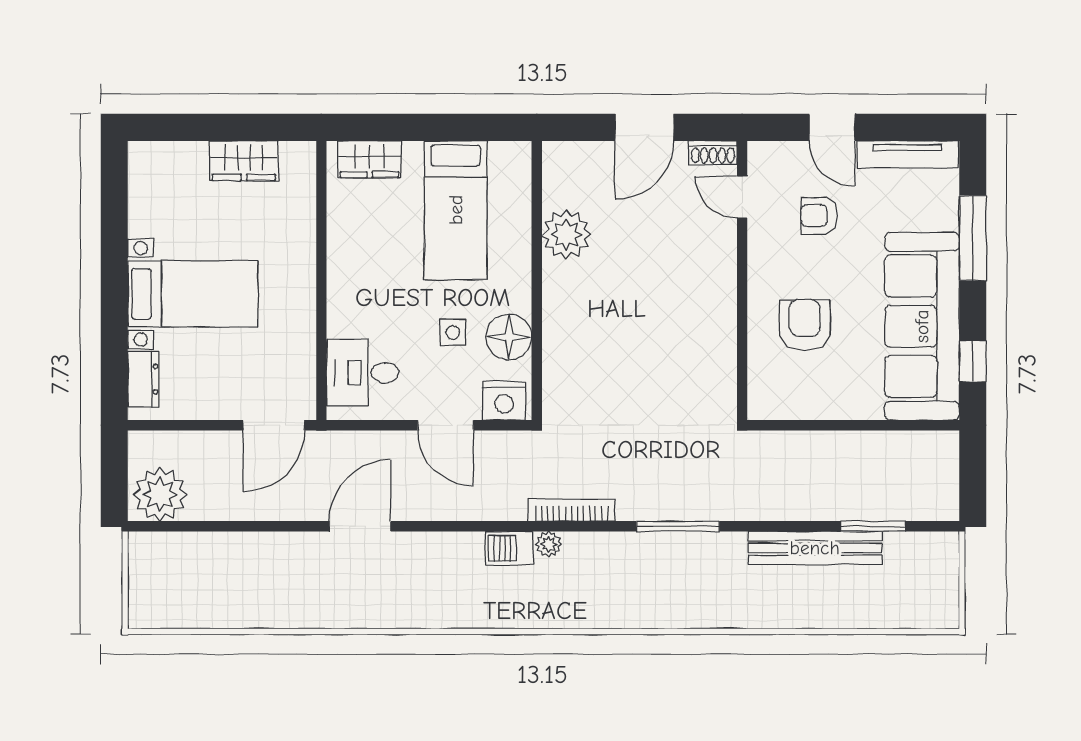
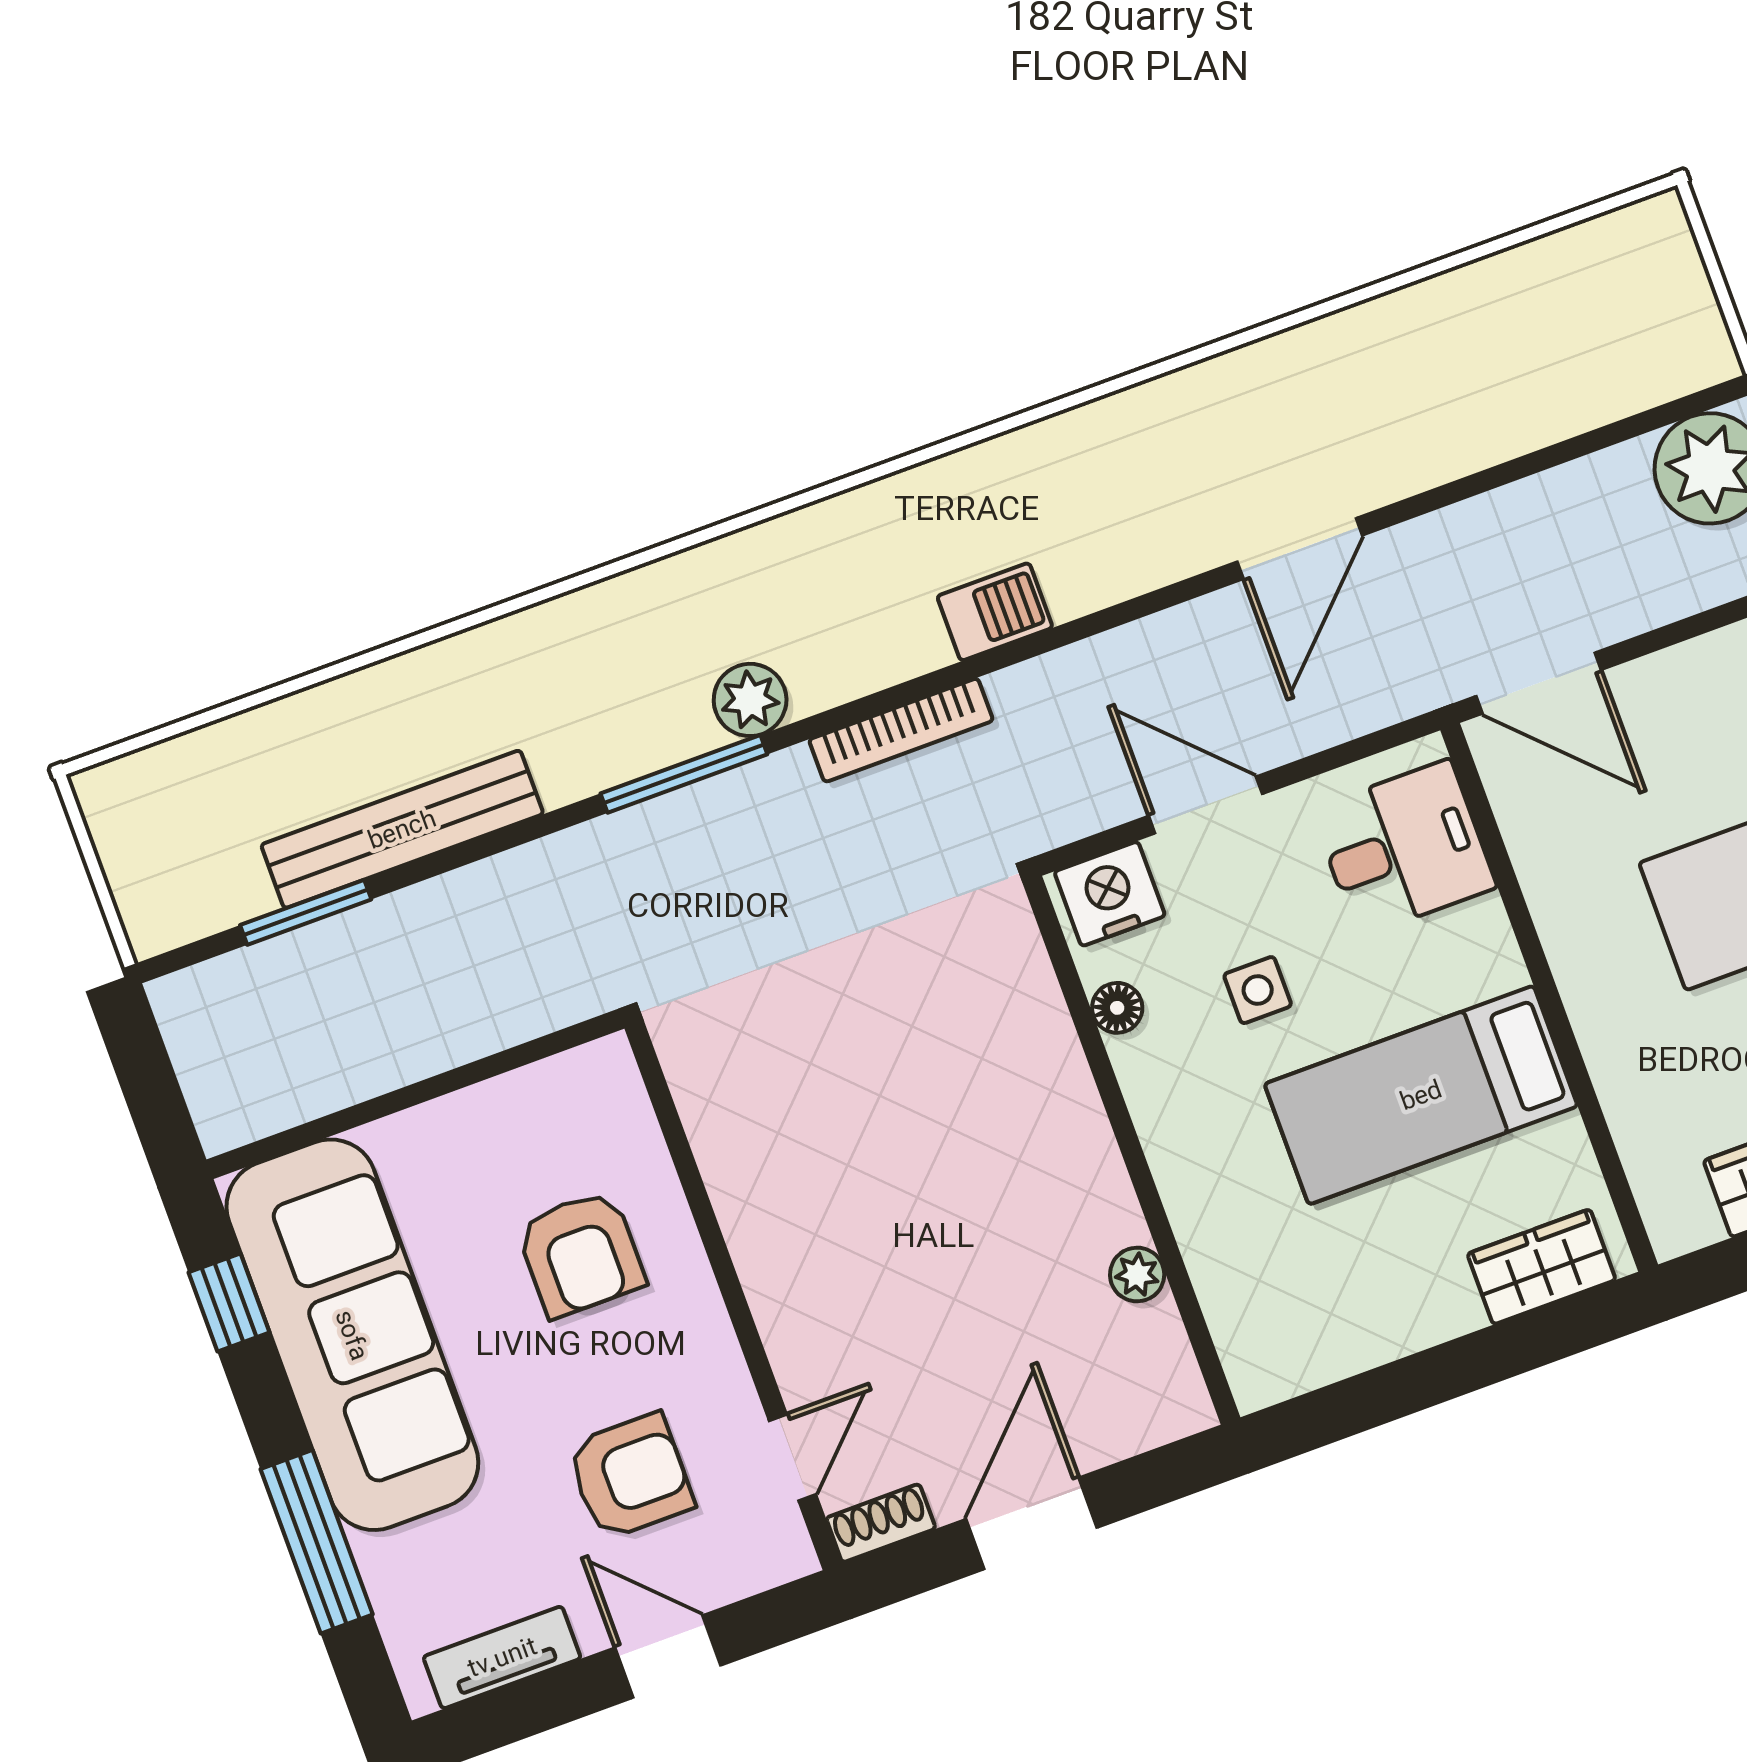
tv unit: (908, 155) -> (502, 1657), width x0.71
door: (742, 197) -> (793, 1457), hinge flipped
bed: (456, 210) -> (1421, 1095), moved, turned -90
armchair: (819, 216) -> (630, 1476), width x1.38, depth x1.38
plant: (566, 234) -> (1137, 1275), width x0.53, depth x0.53
floor lamp: (509, 337) -> (1117, 1008), width x0.53, depth x0.53
door: (274, 425) -> (1539, 683), swing flipped
plant: (549, 544) -> (750, 700), moved, width x1.38, depth x1.38

